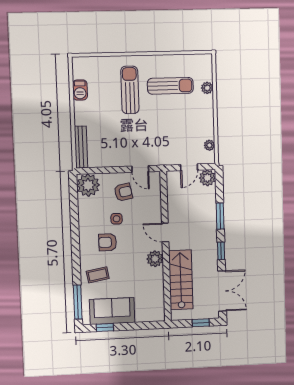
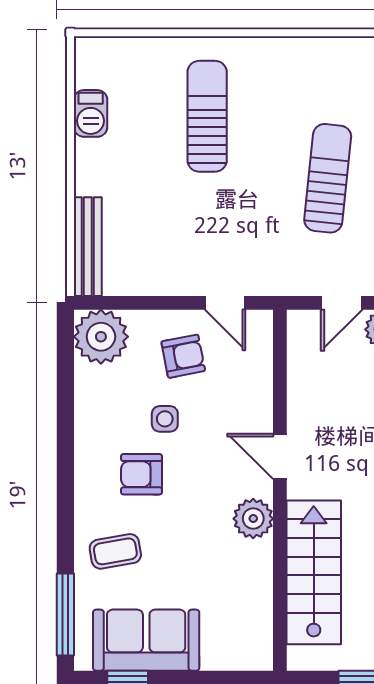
sun lounger: (170, 86) -> (328, 178), moved, turned -84

